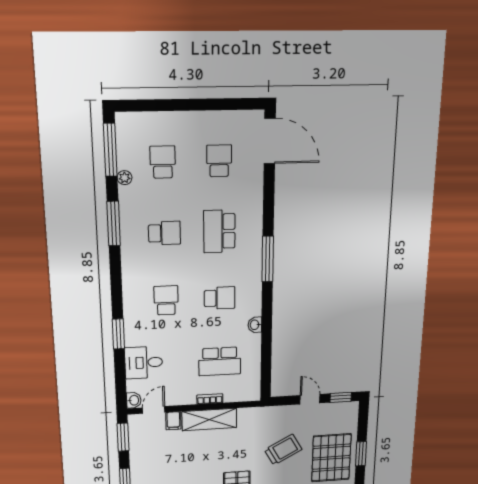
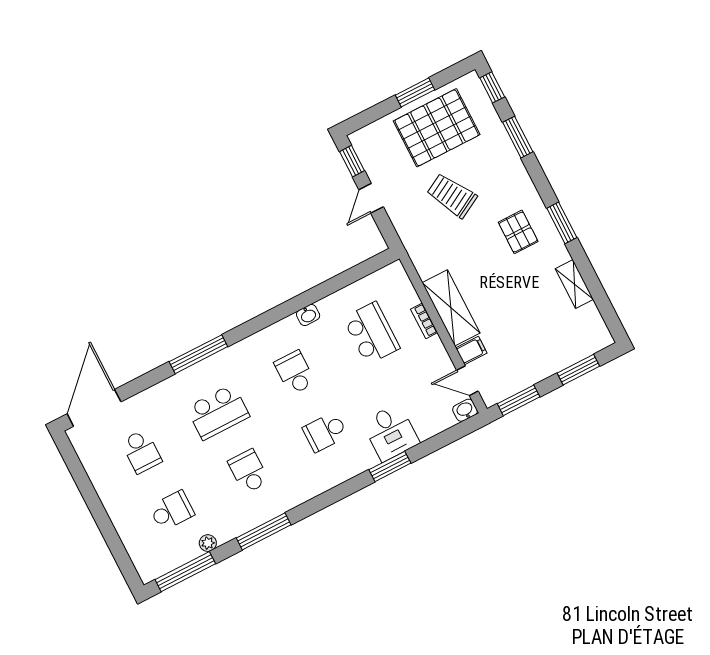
school desk: (219, 161) -> (141, 451), turned -90
school desk: (163, 162) -> (172, 511), turned 180
window: (268, 259) -> (198, 354), moved
desk: (144, 363) -> (391, 432), moved

